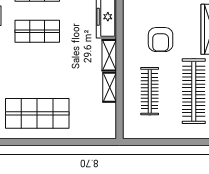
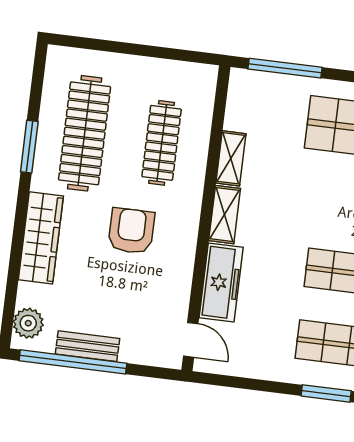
window: (85, 142) -> (285, 68), added

